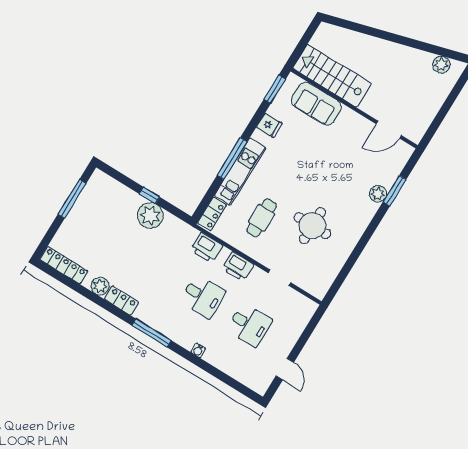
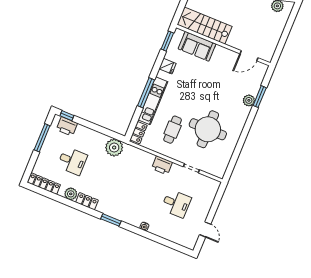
window: (149, 195) -> (67, 116), moved
plant: (150, 216) -> (114, 148), moved
round table: (312, 226) -> (208, 129), width x1.36, depth x1.36
printer: (207, 248) -> (67, 126), moved
desk: (203, 296) -> (72, 161), moved
window: (152, 333) -> (111, 220), width x0.69

